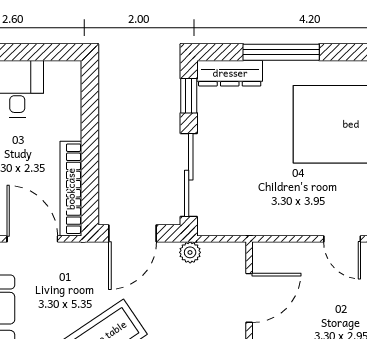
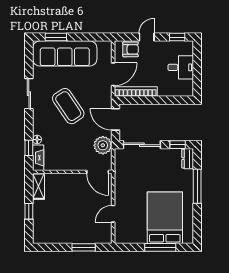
dresser: (230, 73) -> (188, 159), width x0.70
plant: (190, 252) -> (103, 145), width x1.88, depth x1.88
door: (249, 298) -> (98, 172), moved

